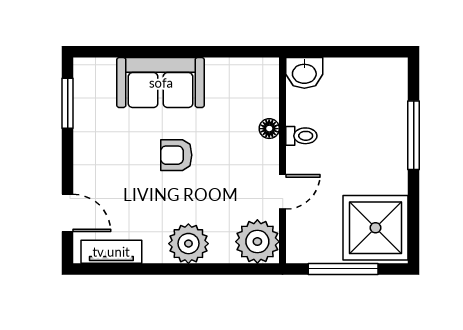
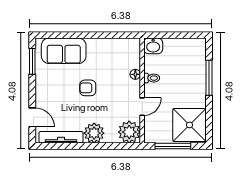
sofa: (161, 83) -> (64, 51), moved
tv unit: (111, 252) -> (61, 137), width x1.41

